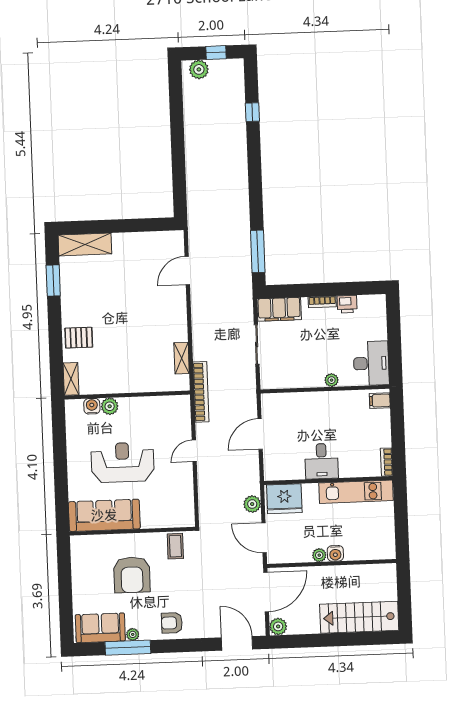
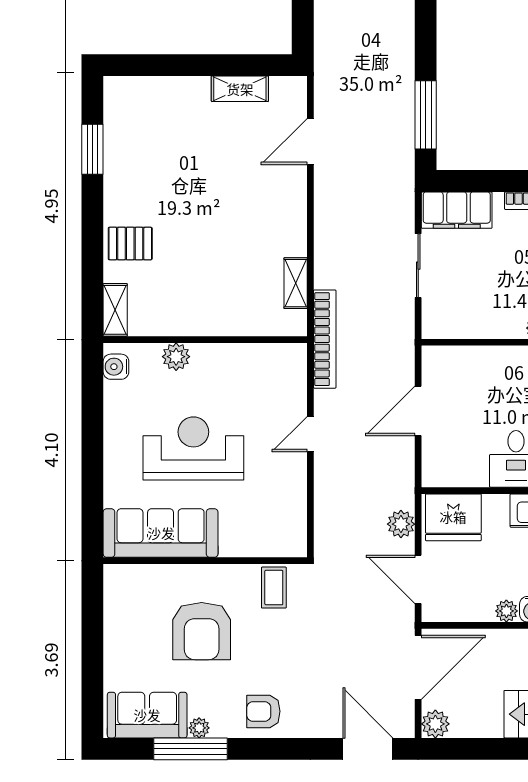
shelving: (85, 244) -> (240, 89), moved, width x0.67, depth x0.75
water cooler: (92, 406) -> (116, 367), moved, turned -90

